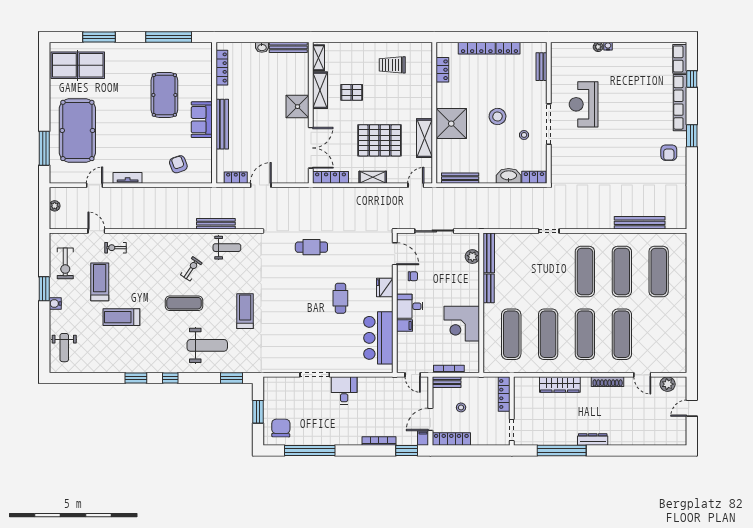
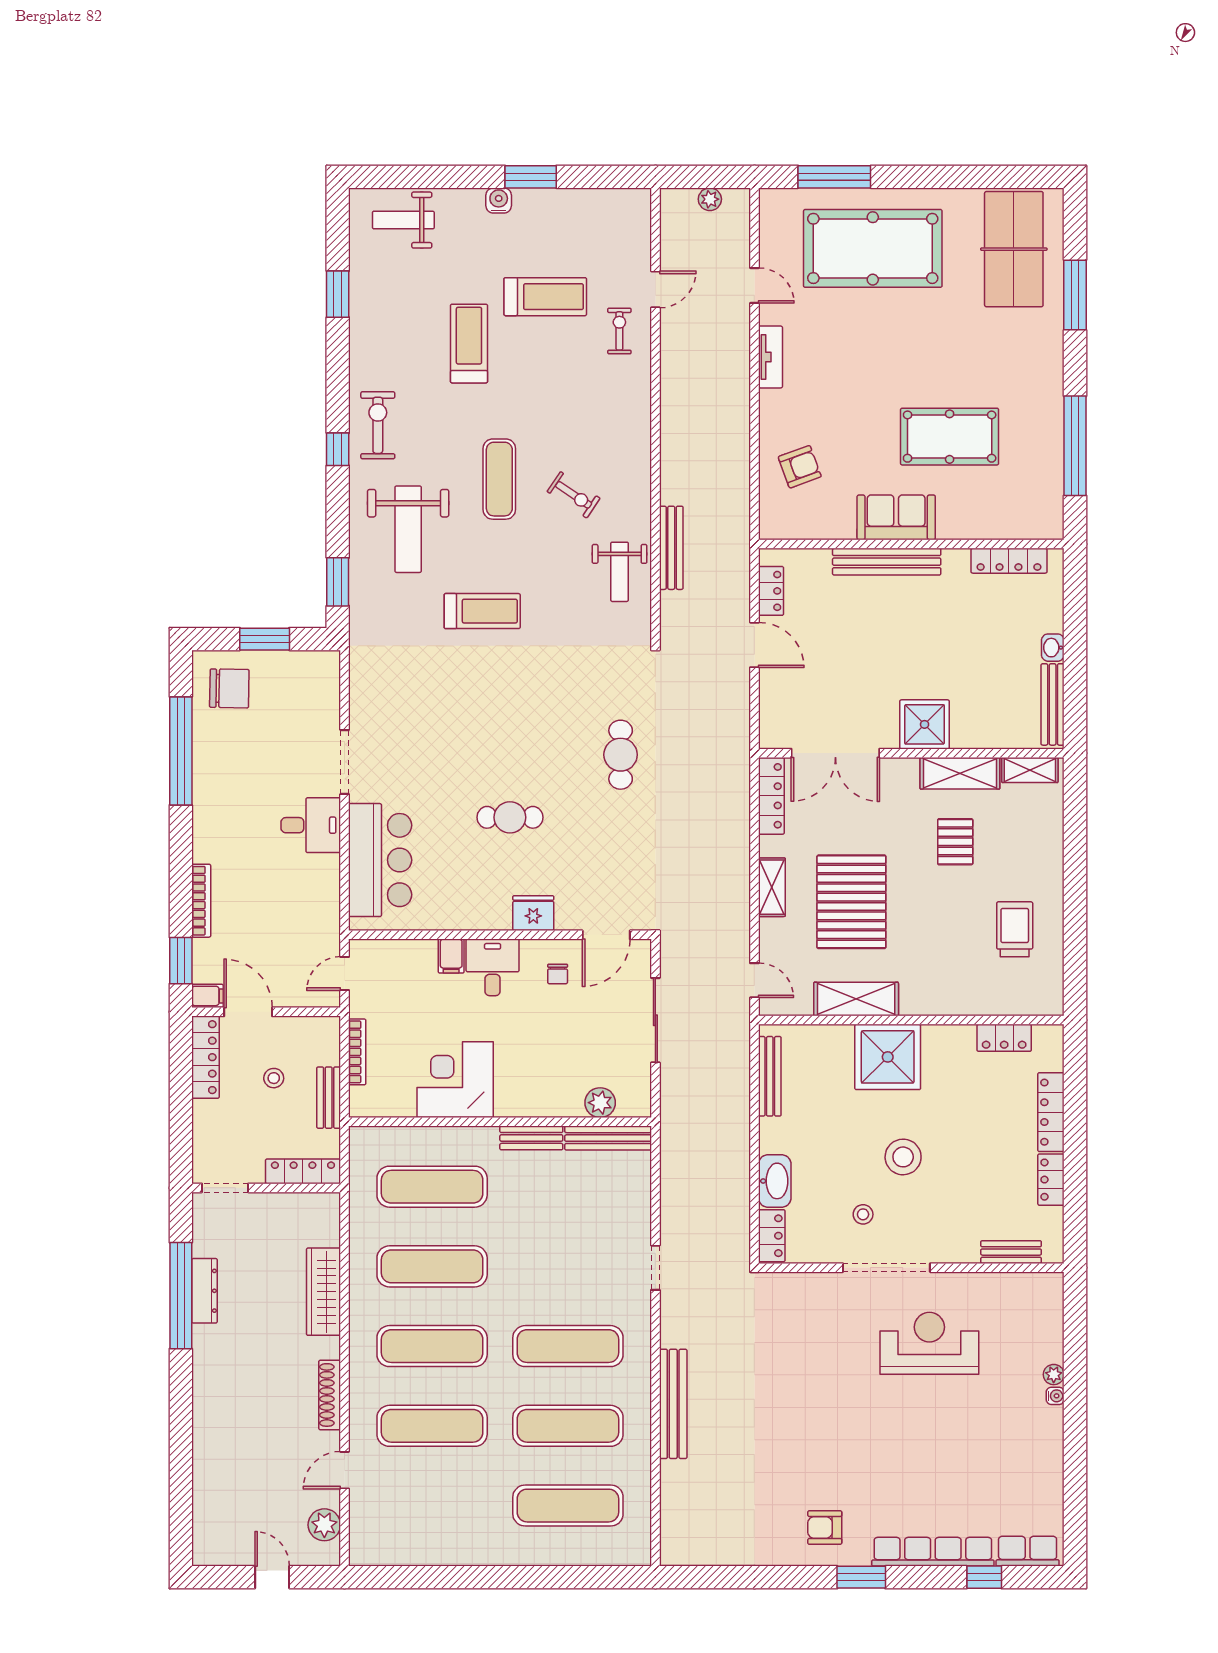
bench: (640, 223) -> (673, 1404), moved
exercise bike: (65, 263) -> (378, 425), moved, turned 90
bar counter: (378, 338) -> (380, 860), moved, turned 90
window: (136, 378) -> (338, 294), moved
bench: (447, 382) -> (329, 1098), moved
dresser: (593, 439) -> (204, 1291), moved

